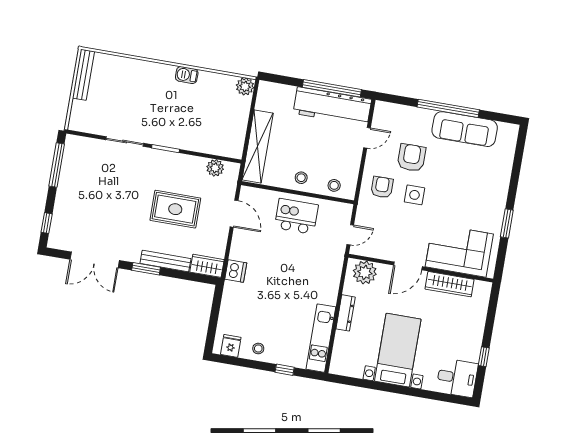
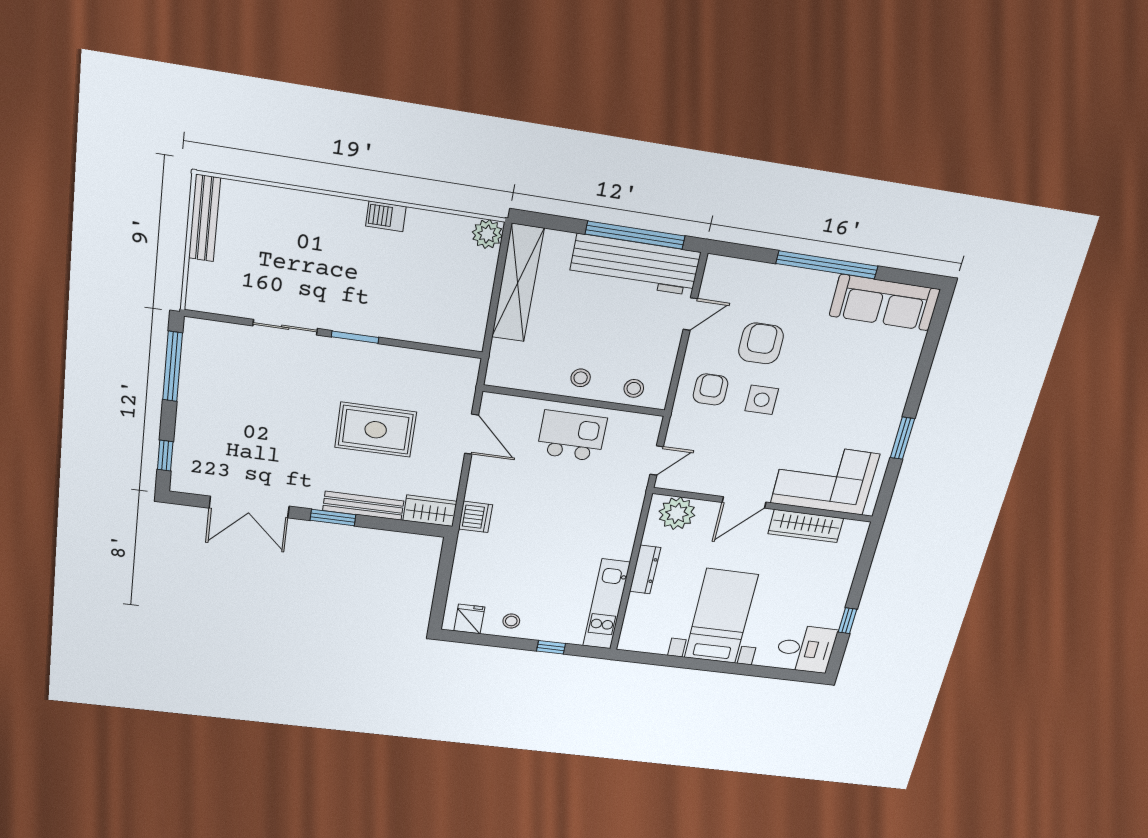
sofa: (465, 129) -> (885, 303), moved
shelving: (258, 146) -> (518, 283), moved
plant: (215, 168) -> (439, 366), removed

